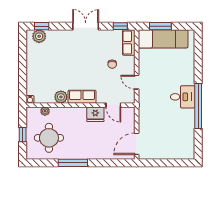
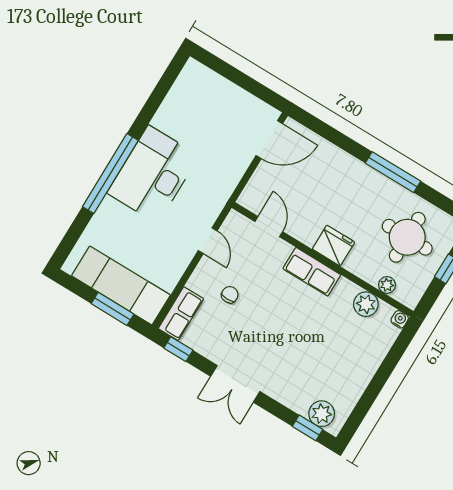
plant: (61, 97) -> (366, 304), moved
desk: (183, 97) -> (153, 174), width x1.87, depth x1.30
window: (198, 106) -> (110, 174), moved
fridge: (95, 114) -> (333, 246), moved

